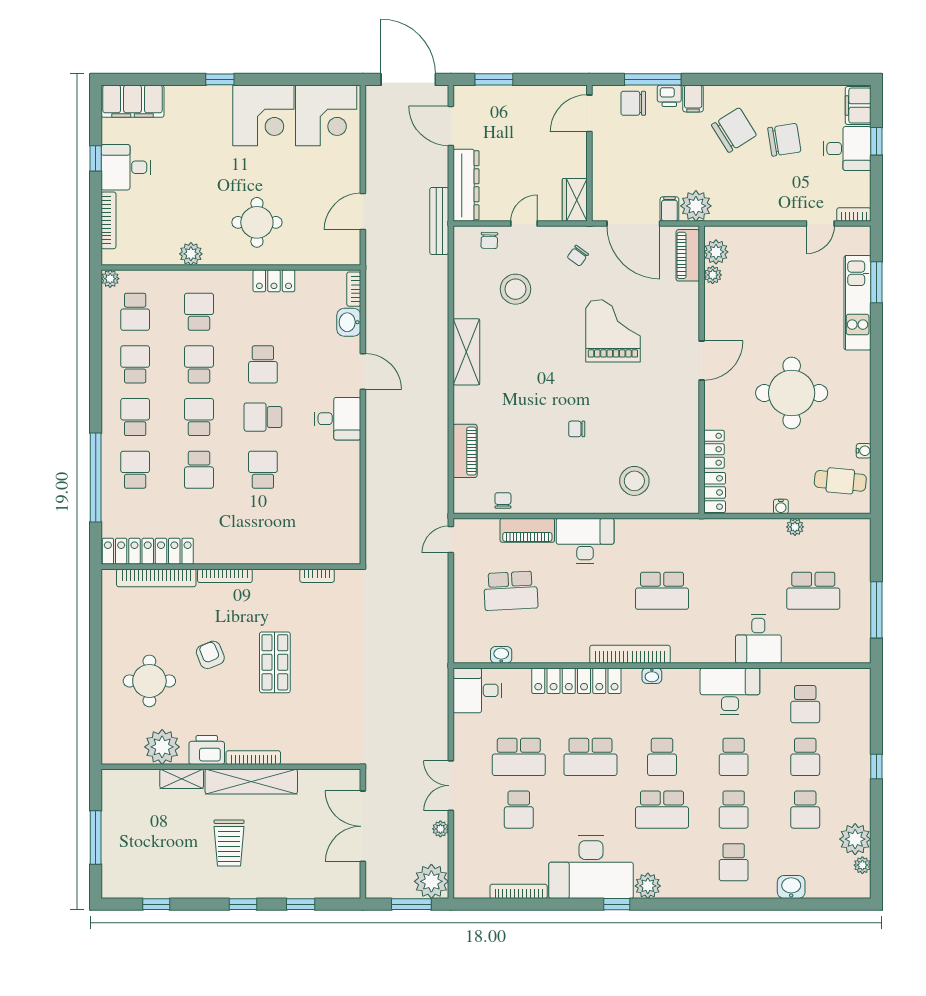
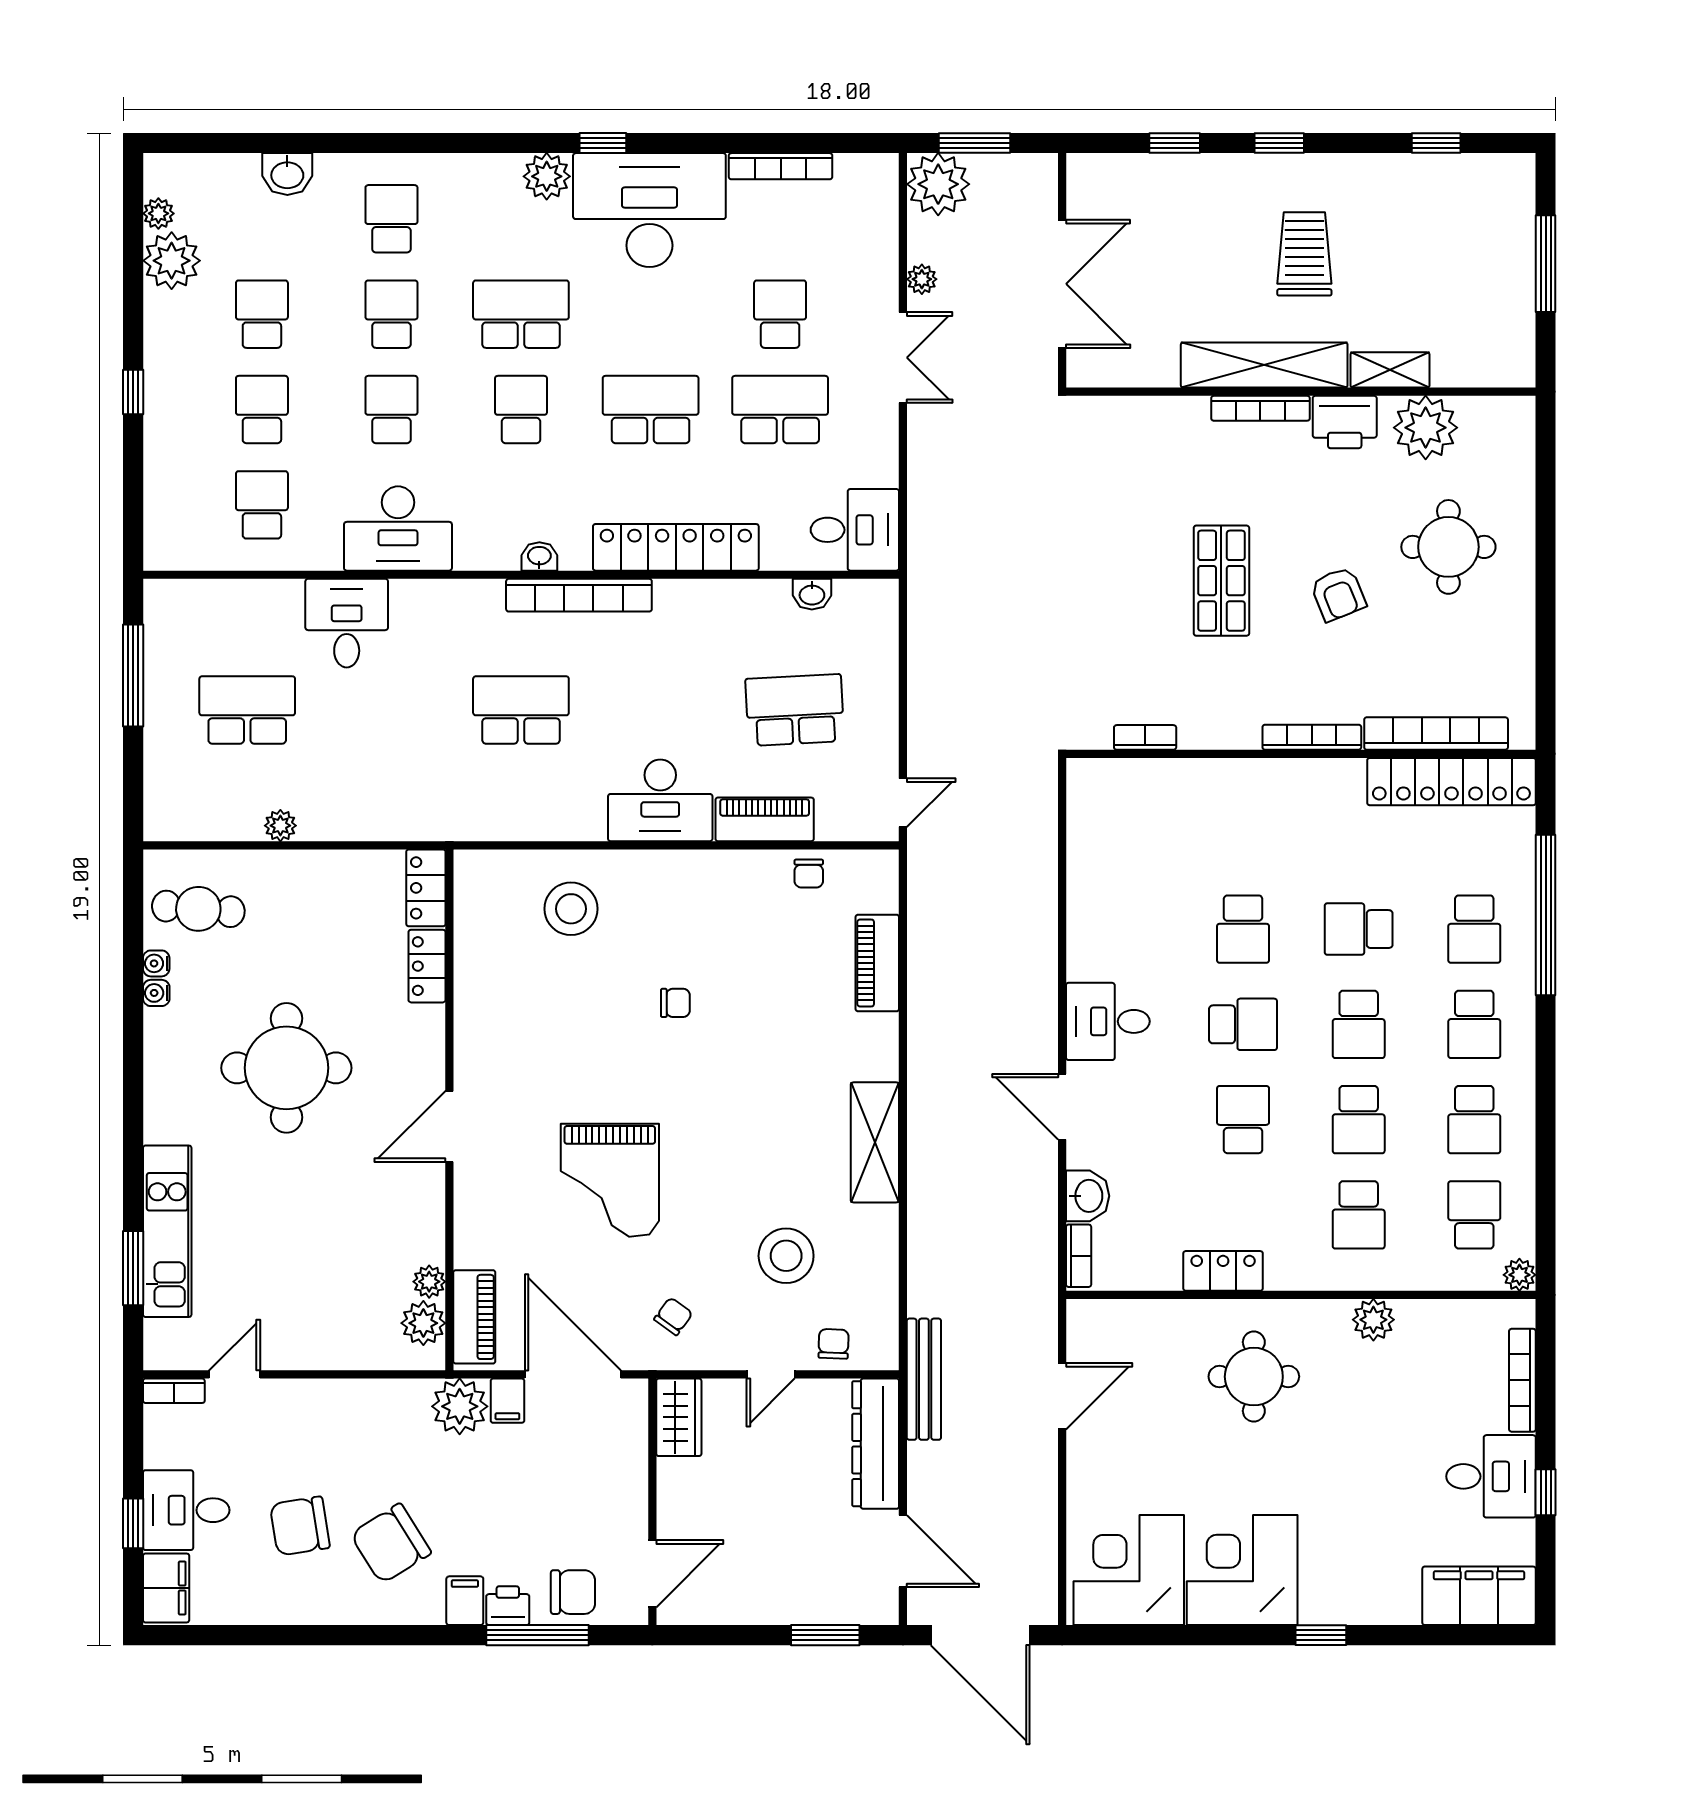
school desk: (199, 470) -> (1359, 929), turned -90
water cooler: (781, 507) -> (156, 993), moved, turned -90

